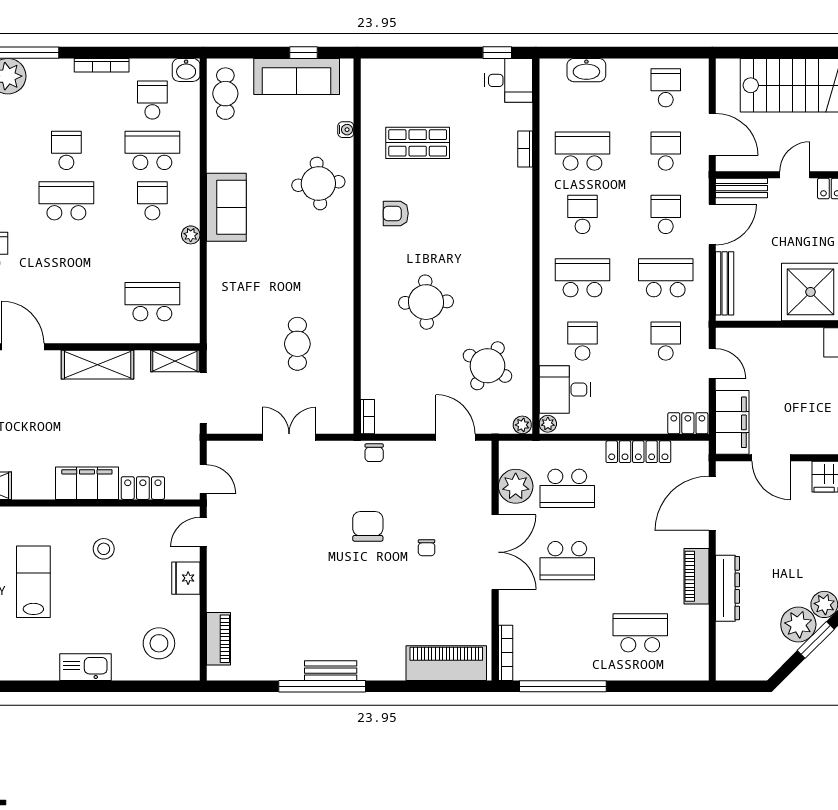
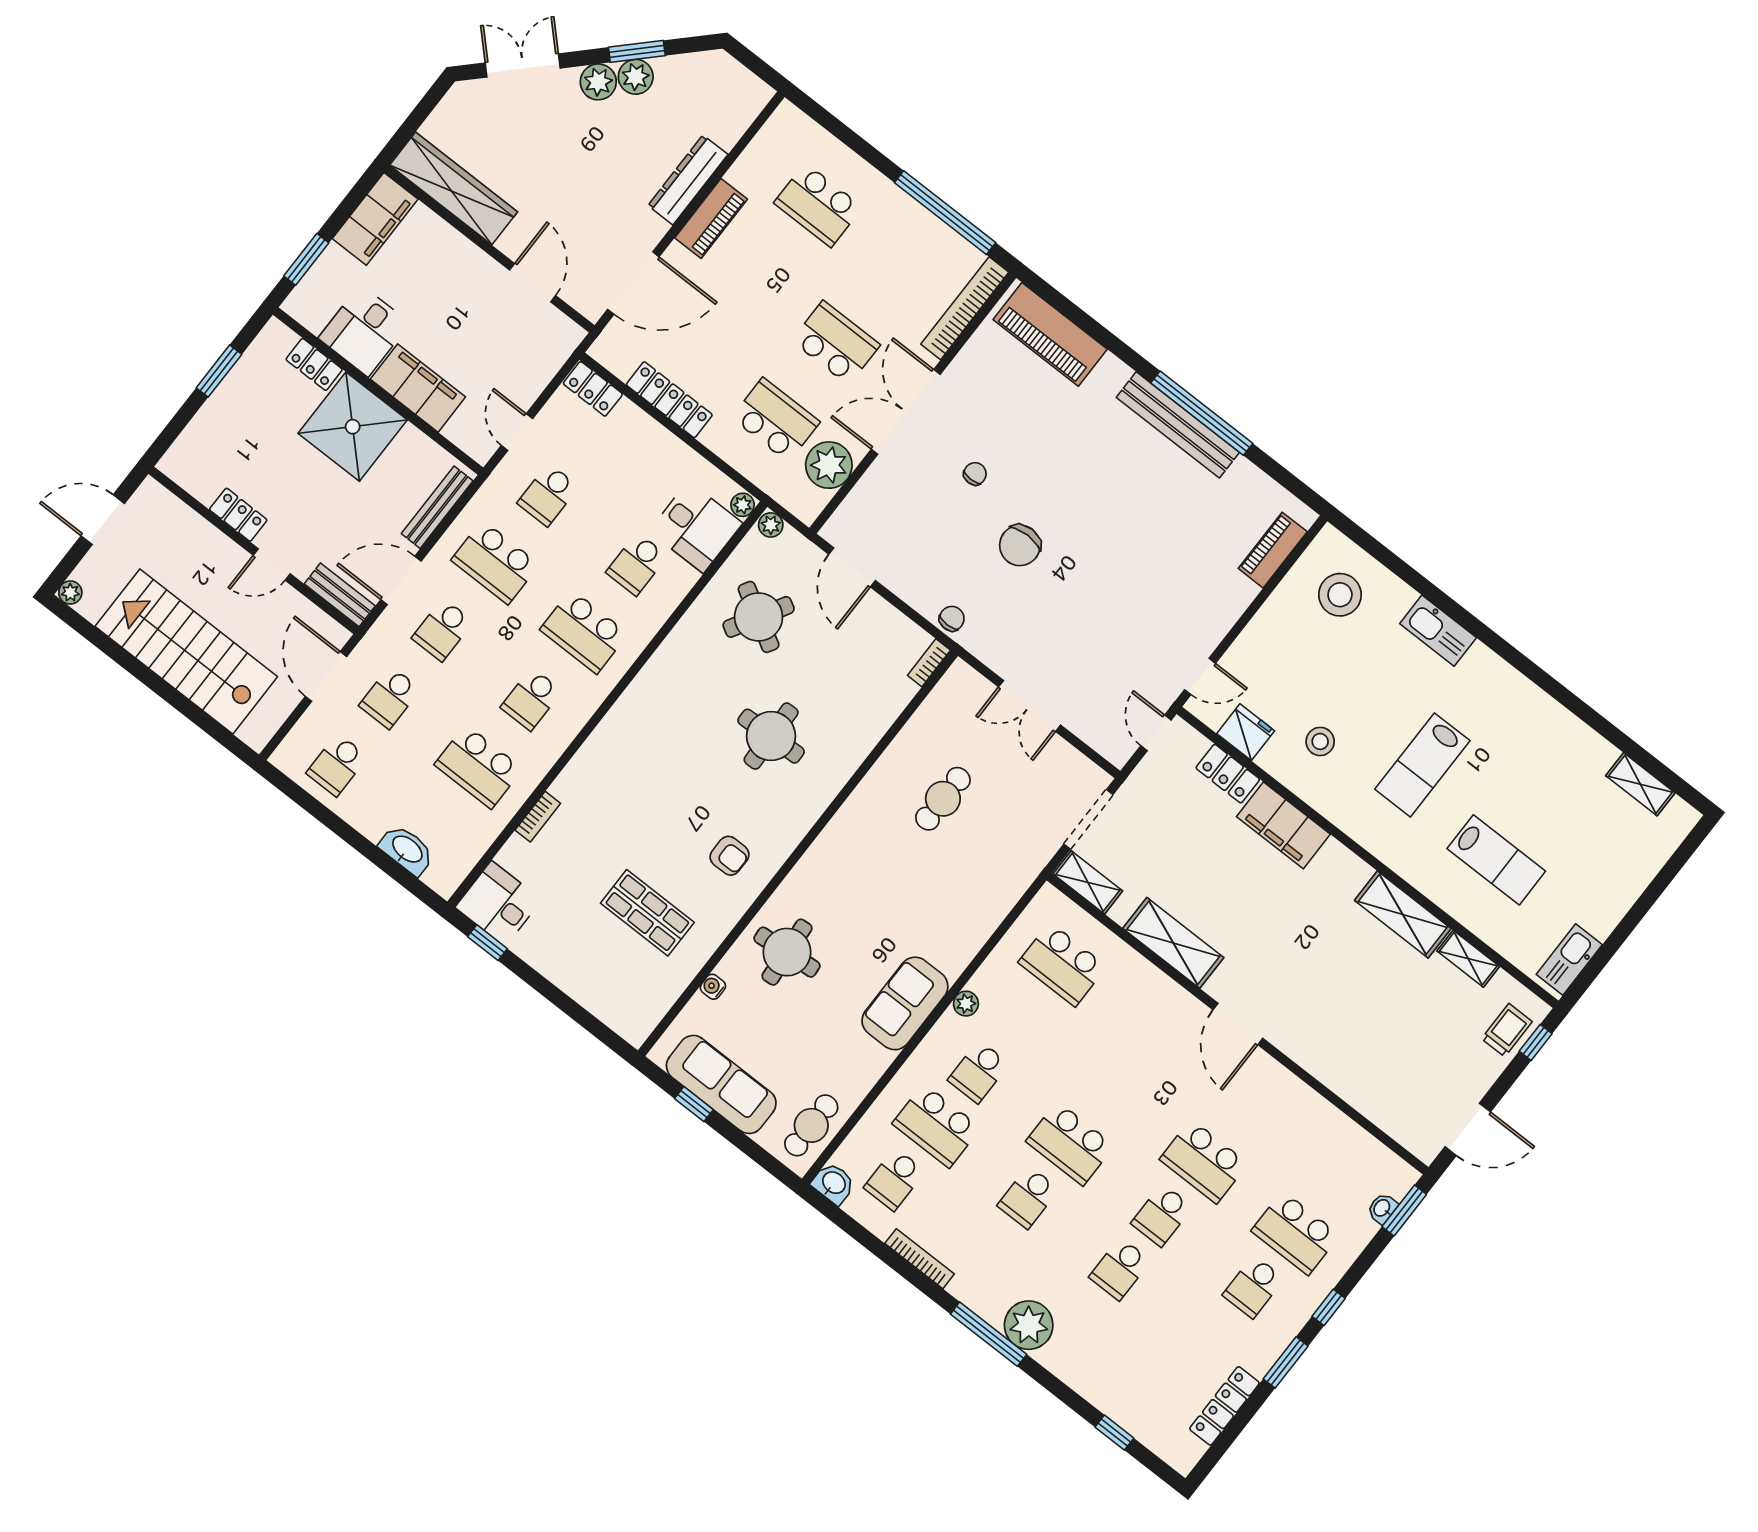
filing cabinet: (732, 422) -> (418, 388), moved, turned 90
fridge: (186, 578) -> (1246, 732), moved, turned -90
plant: (798, 625) -> (636, 77), width x0.73, depth x0.73
bookcase: (506, 653) -> (965, 308), width x1.48, depth x1.31
bench: (331, 671) -> (1178, 425), width x1.86, depth x1.21

